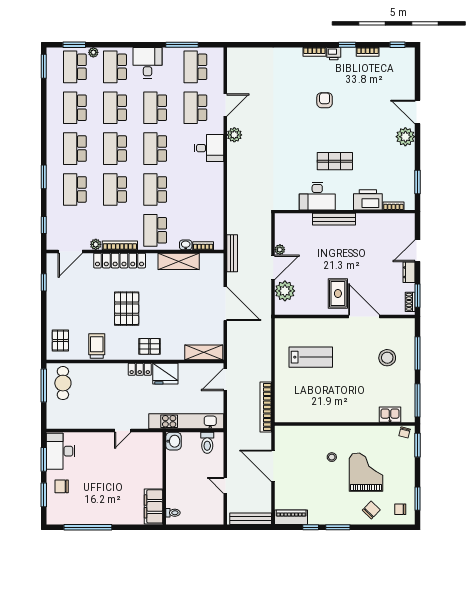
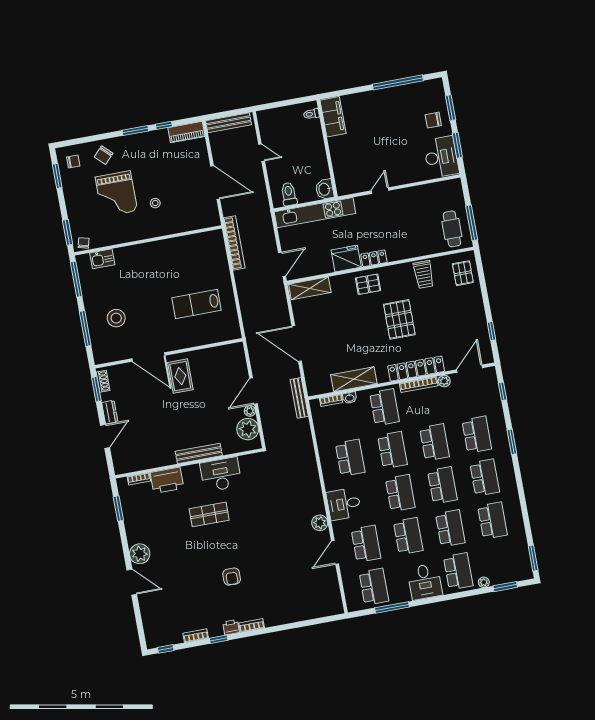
school desk: (75, 67) -> (350, 458), moved
plant: (285, 291) -> (248, 429), moved
chair: (62, 486) -> (433, 120), turned 180

